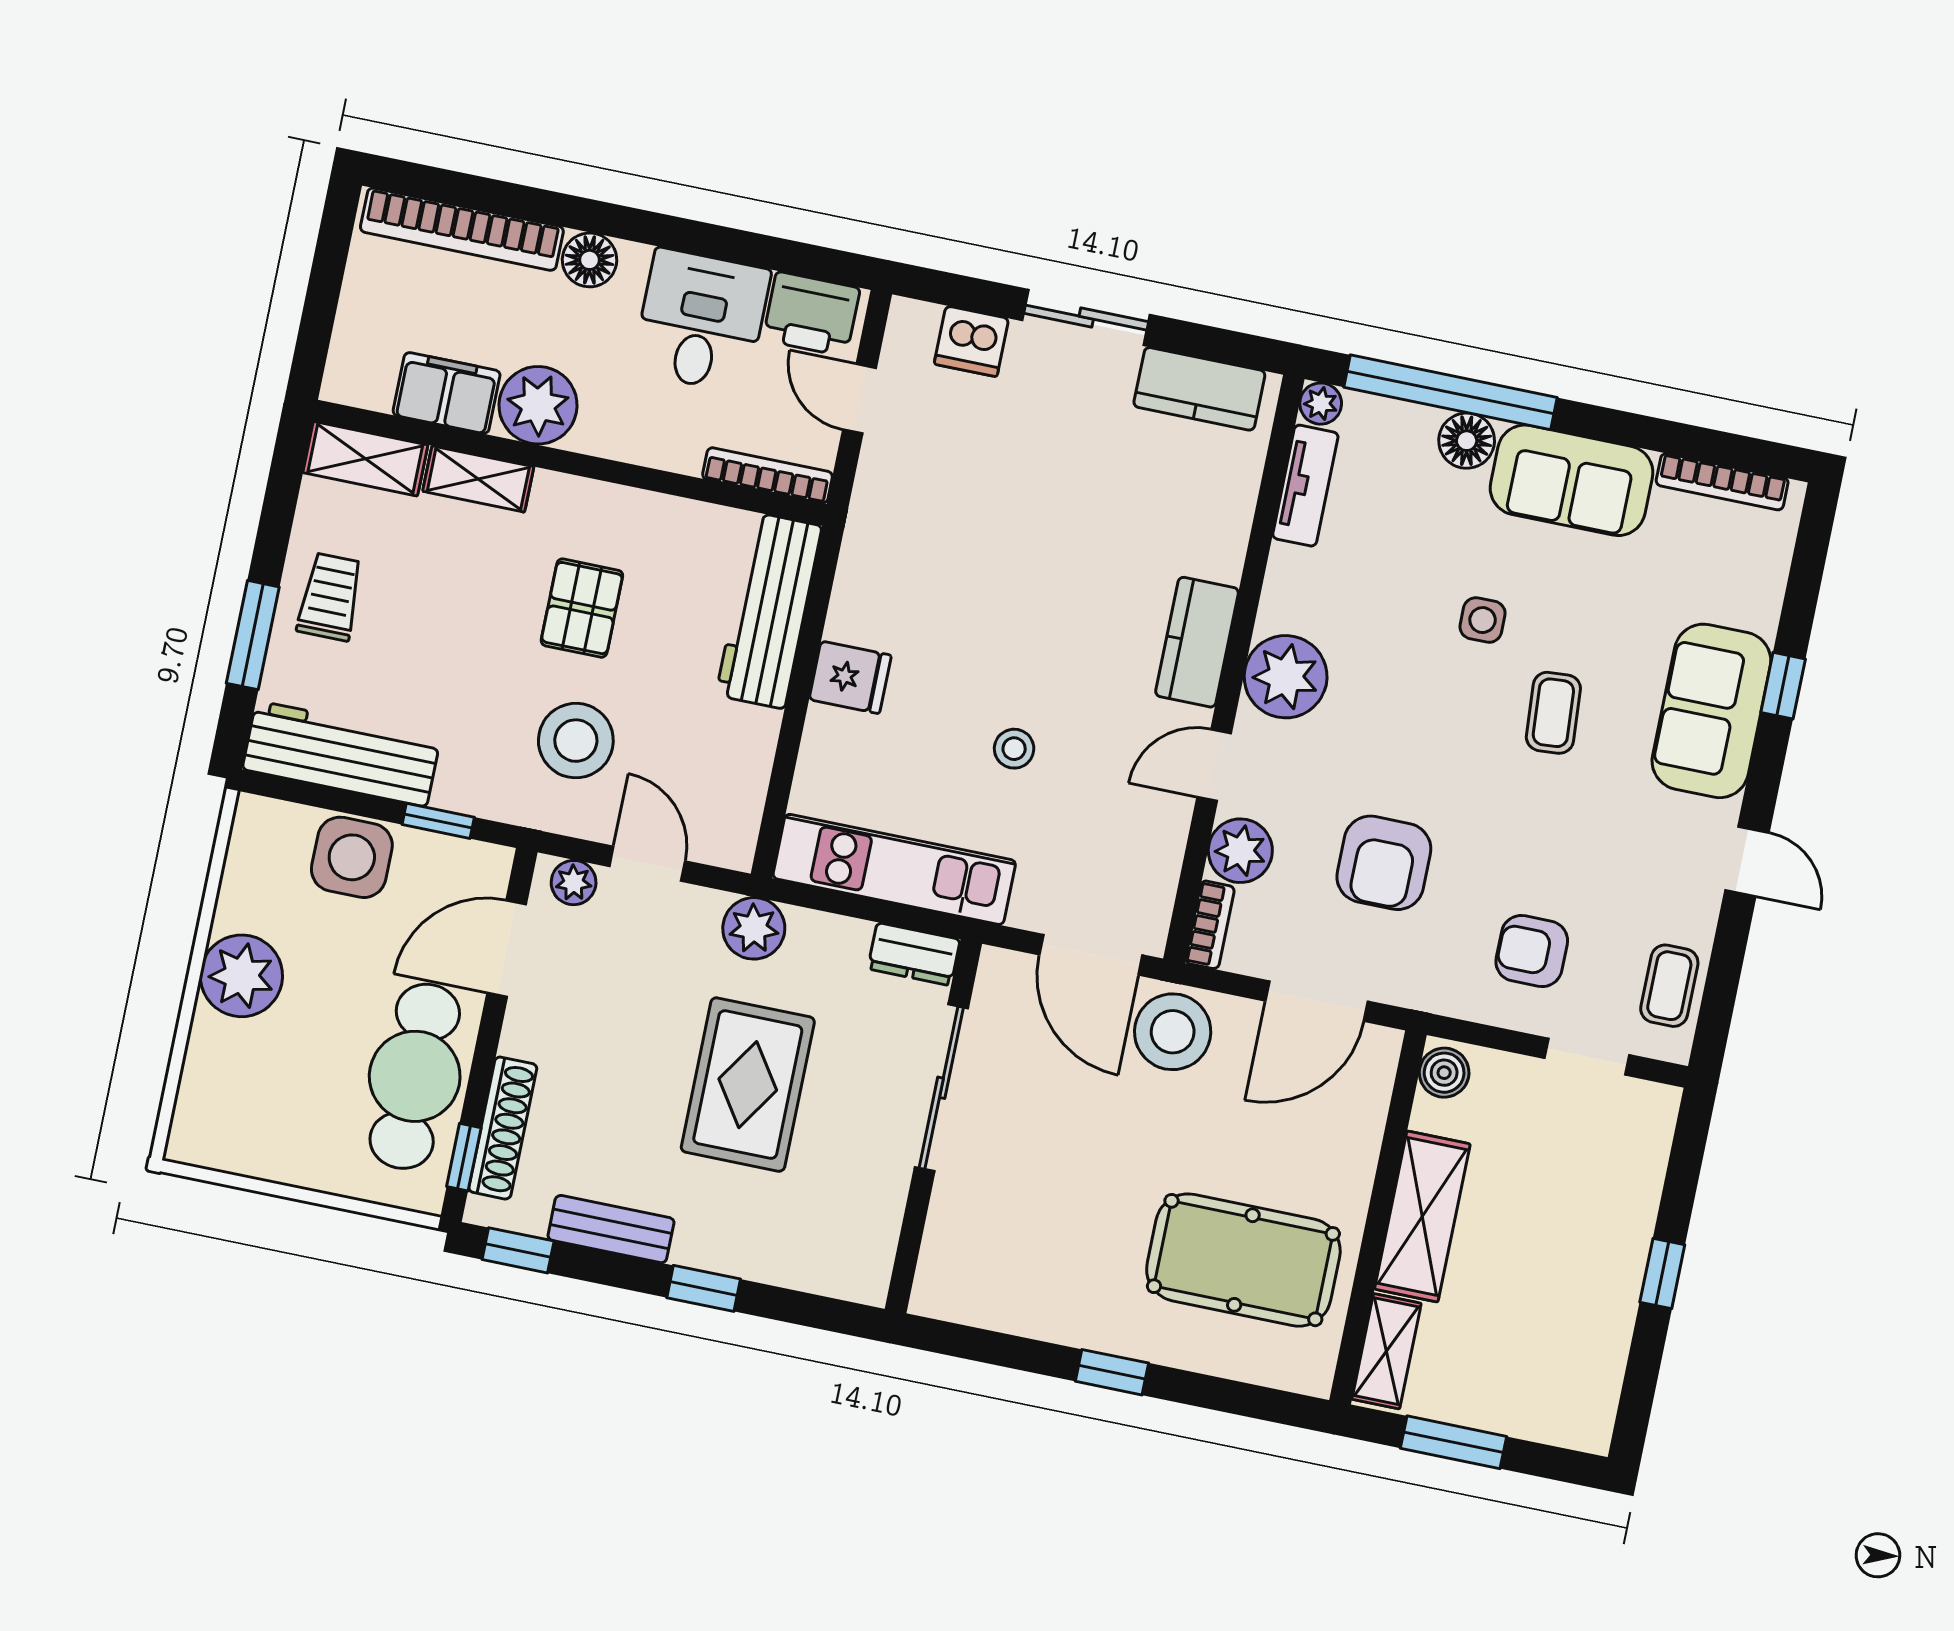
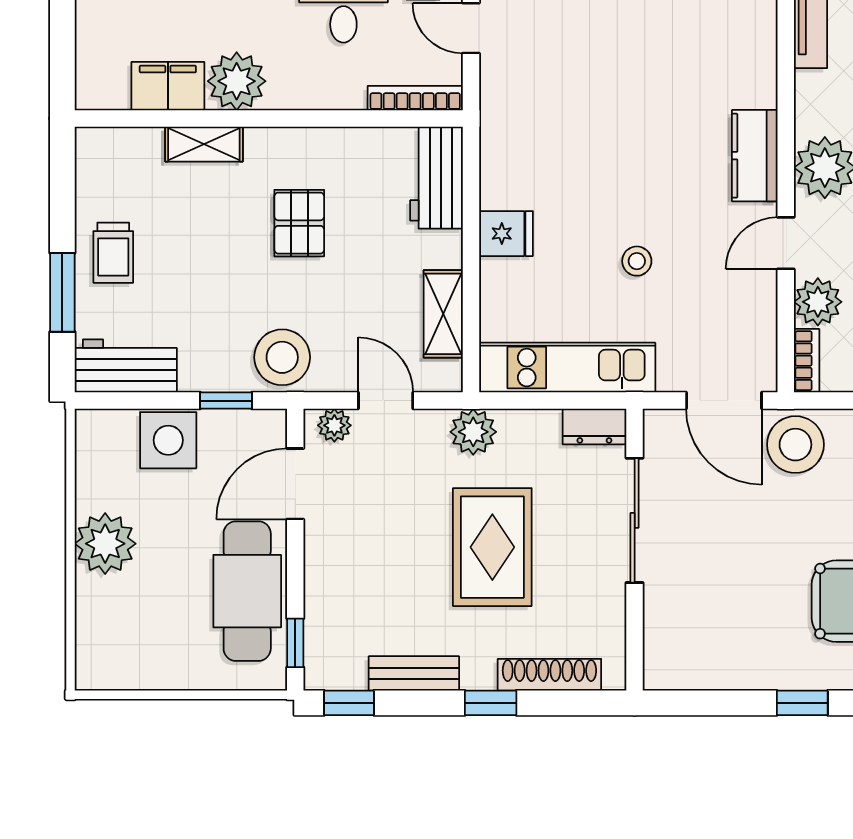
shelving: (365, 459) -> (443, 314), moved, turned 90
trolley: (330, 597) -> (113, 253), turned 180
workbench: (769, 611) -> (437, 178), width x0.73
stool: (576, 741) -> (282, 357), moved
workbench: (341, 754) -> (126, 366), width x0.73
shoe rack: (503, 1128) -> (549, 675), moved, turned -90

